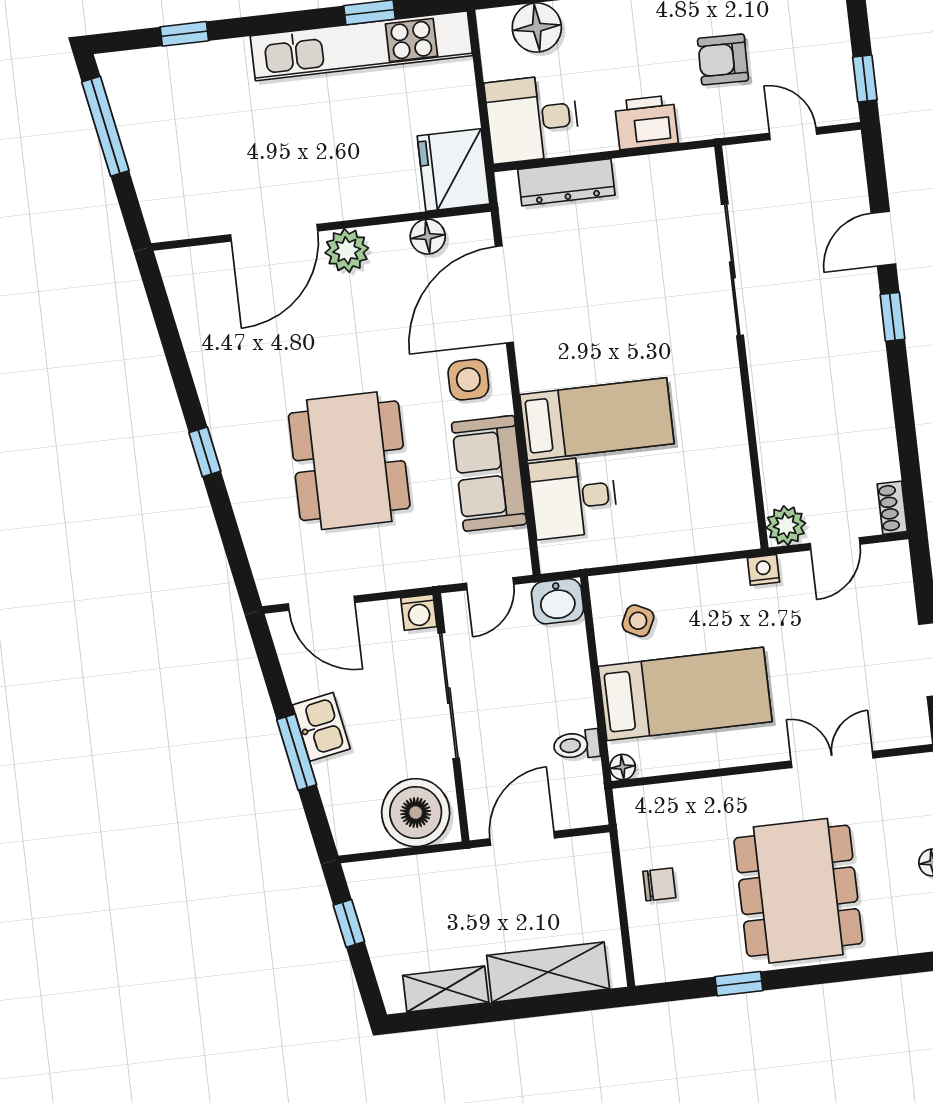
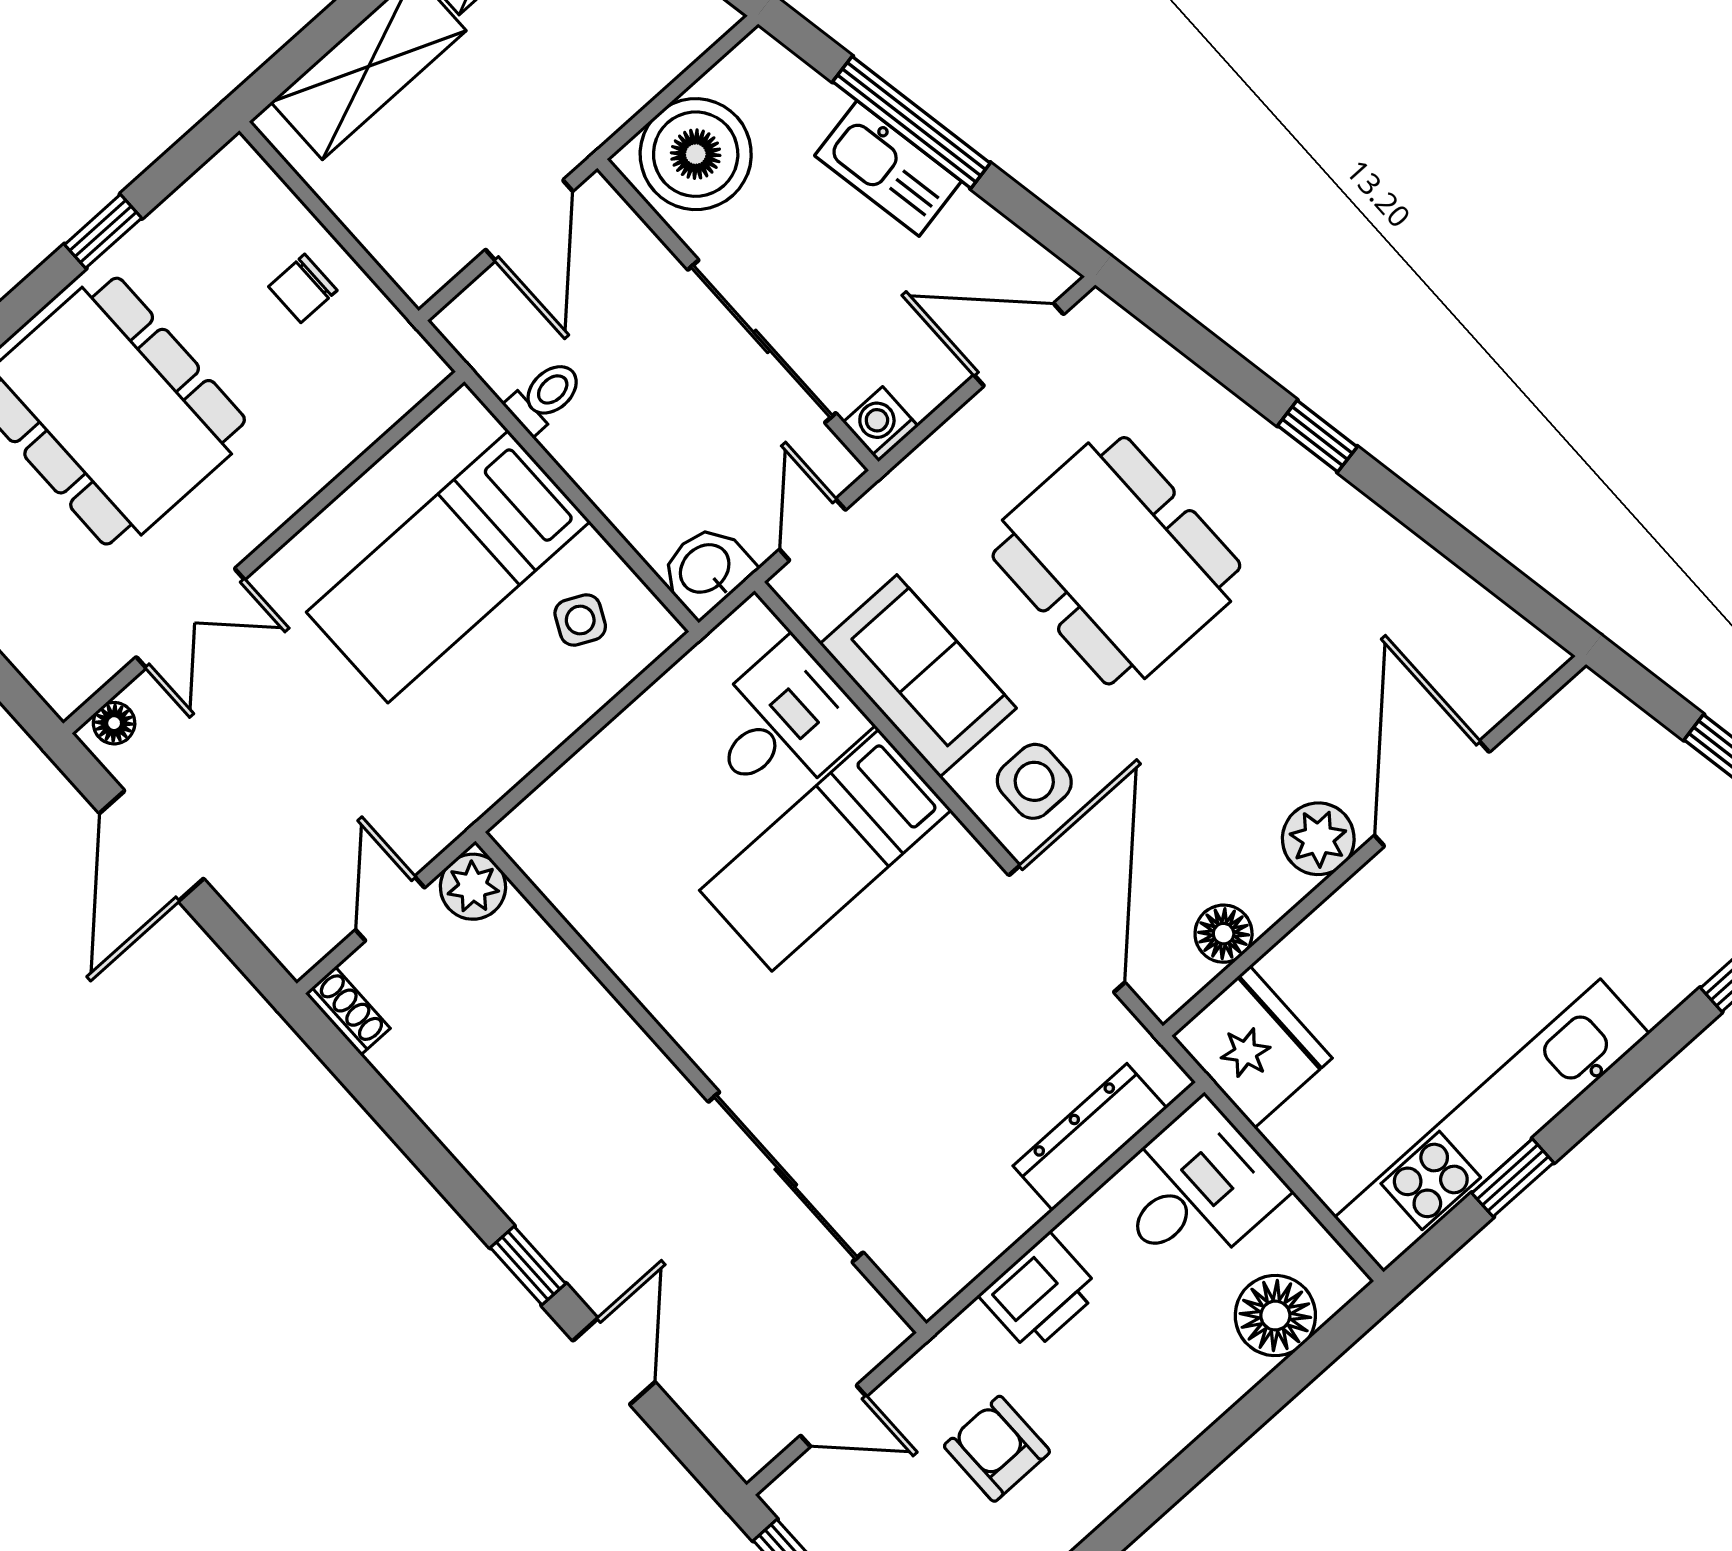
armchair: (723, 59) -> (997, 1449), turned -91
nightstand: (763, 570) -> (461, 806), removed
kitchen sink: (321, 727) -> (888, 168), width x1.38
window: (297, 752) -> (911, 122), width x1.44
floor lamp: (623, 767) -> (114, 723), moved

